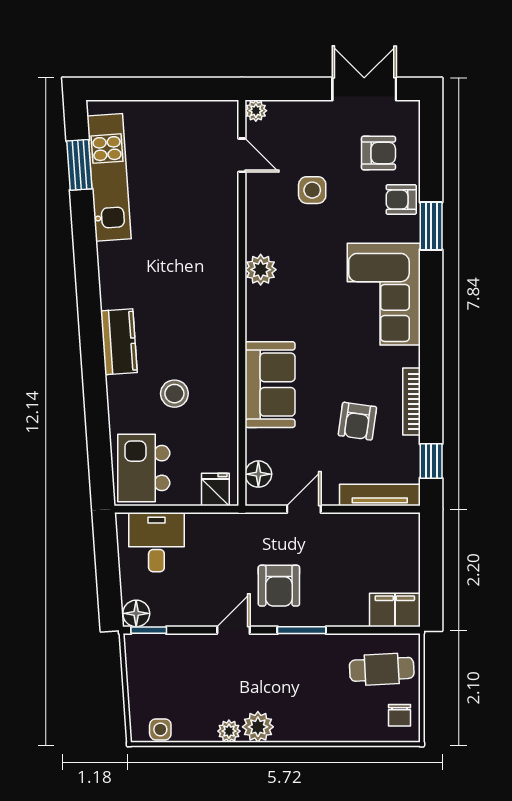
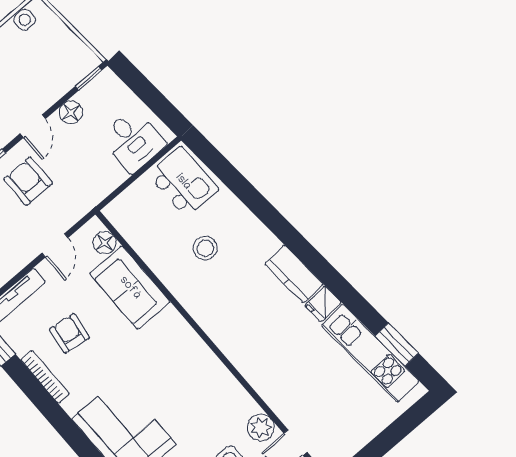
plant: (261, 270) -> (261, 427), moved
kitchen counter: (119, 342) -> (294, 274), moved
sofa: (270, 385) -> (130, 288), moved
fridge: (215, 489) -> (323, 304), moved, turned 86
floor lamp: (136, 613) -> (71, 112), moved

